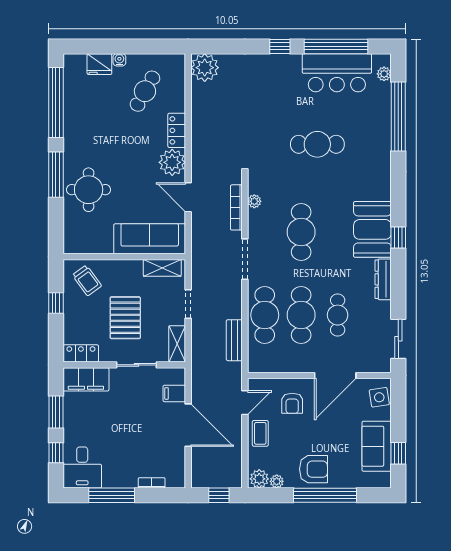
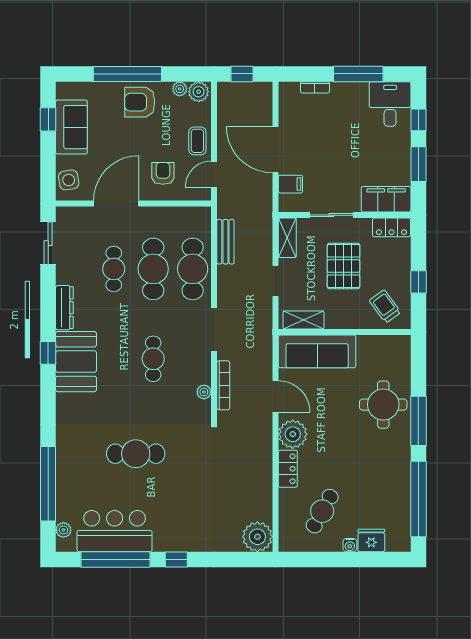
cafe table: (301, 232) -> (153, 359), width x0.73, depth x0.74

